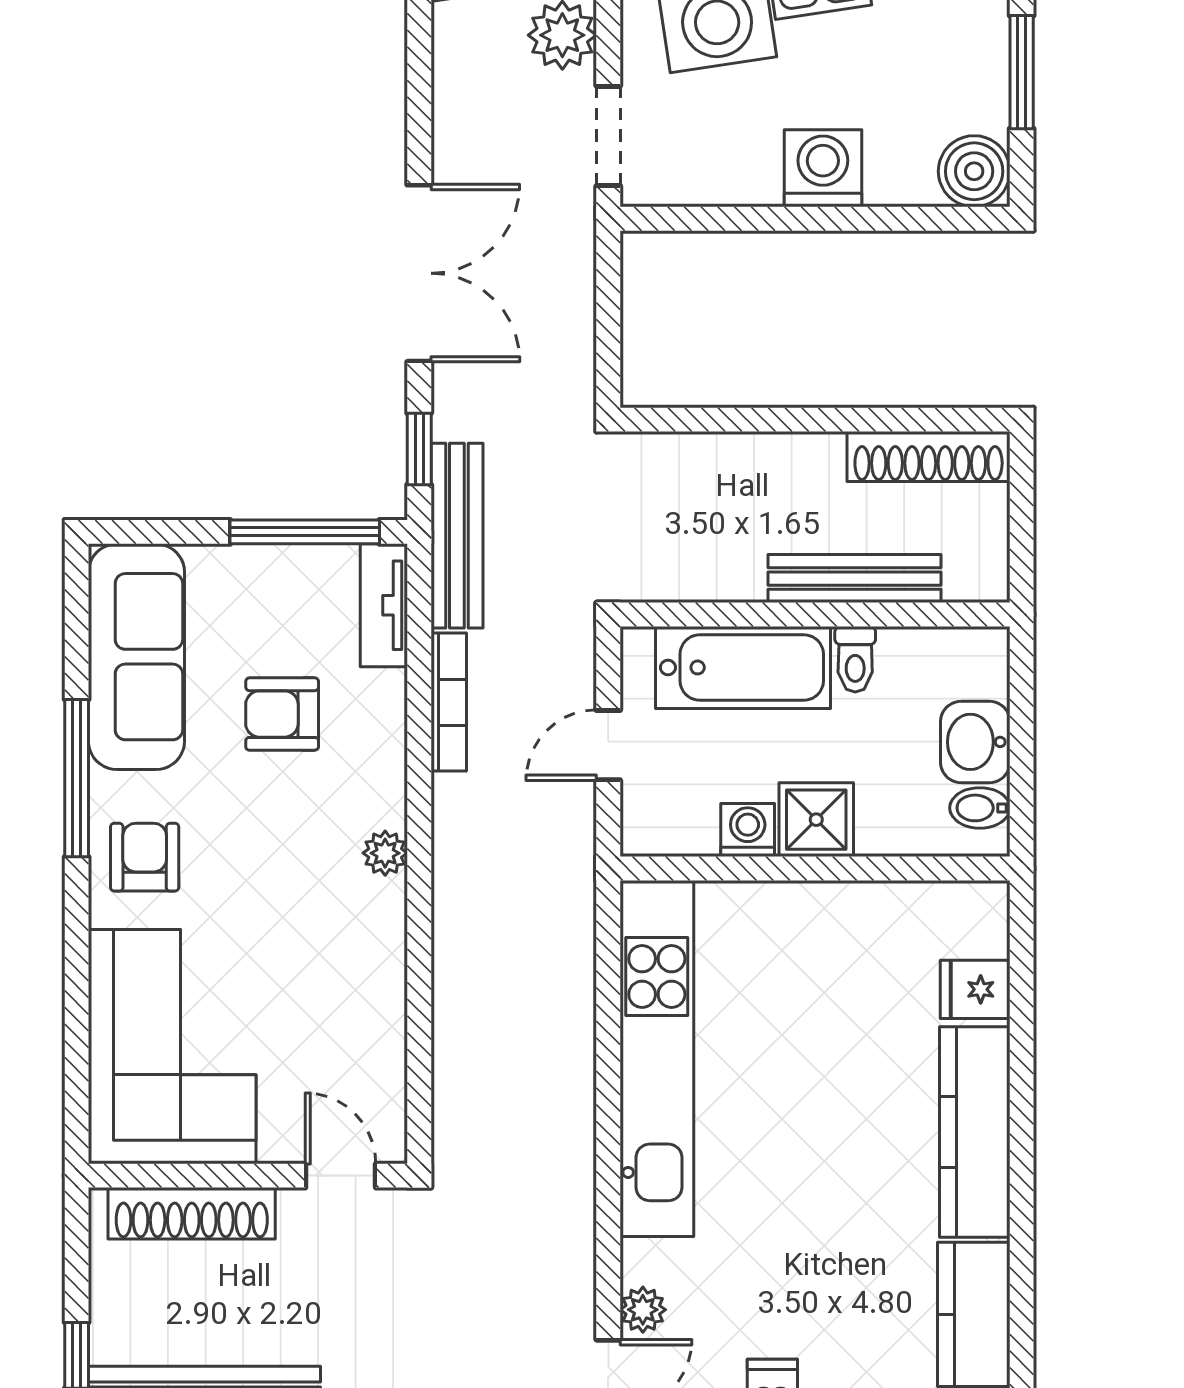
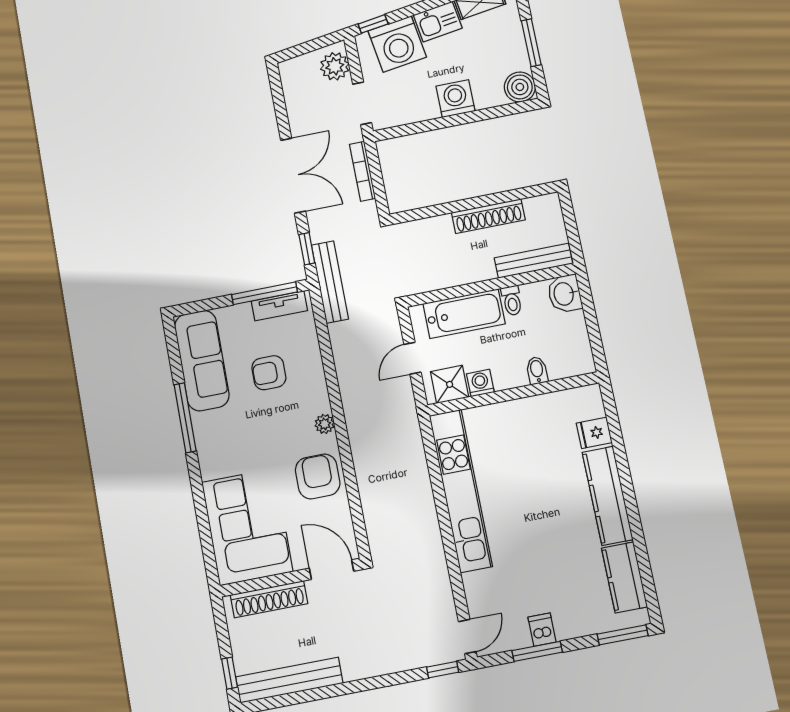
shoe rack: (929, 457) -> (488, 216), moved
bench: (855, 579) -> (534, 261), moved
tv unit: (384, 605) -> (279, 306), moved, turned -90
bookcase: (449, 702) -> (362, 171), moved, turned 180
washbasin: (975, 742) -> (565, 294), moved
bidet: (980, 808) -> (537, 370), moved, turned 90
shower: (816, 820) -> (450, 384), moved
armchair: (145, 857) -> (318, 476), moved, width x1.38, depth x1.38
door: (341, 1176) -> (332, 570), width x1.38
plant: (643, 1310) -> (477, 604), removed

